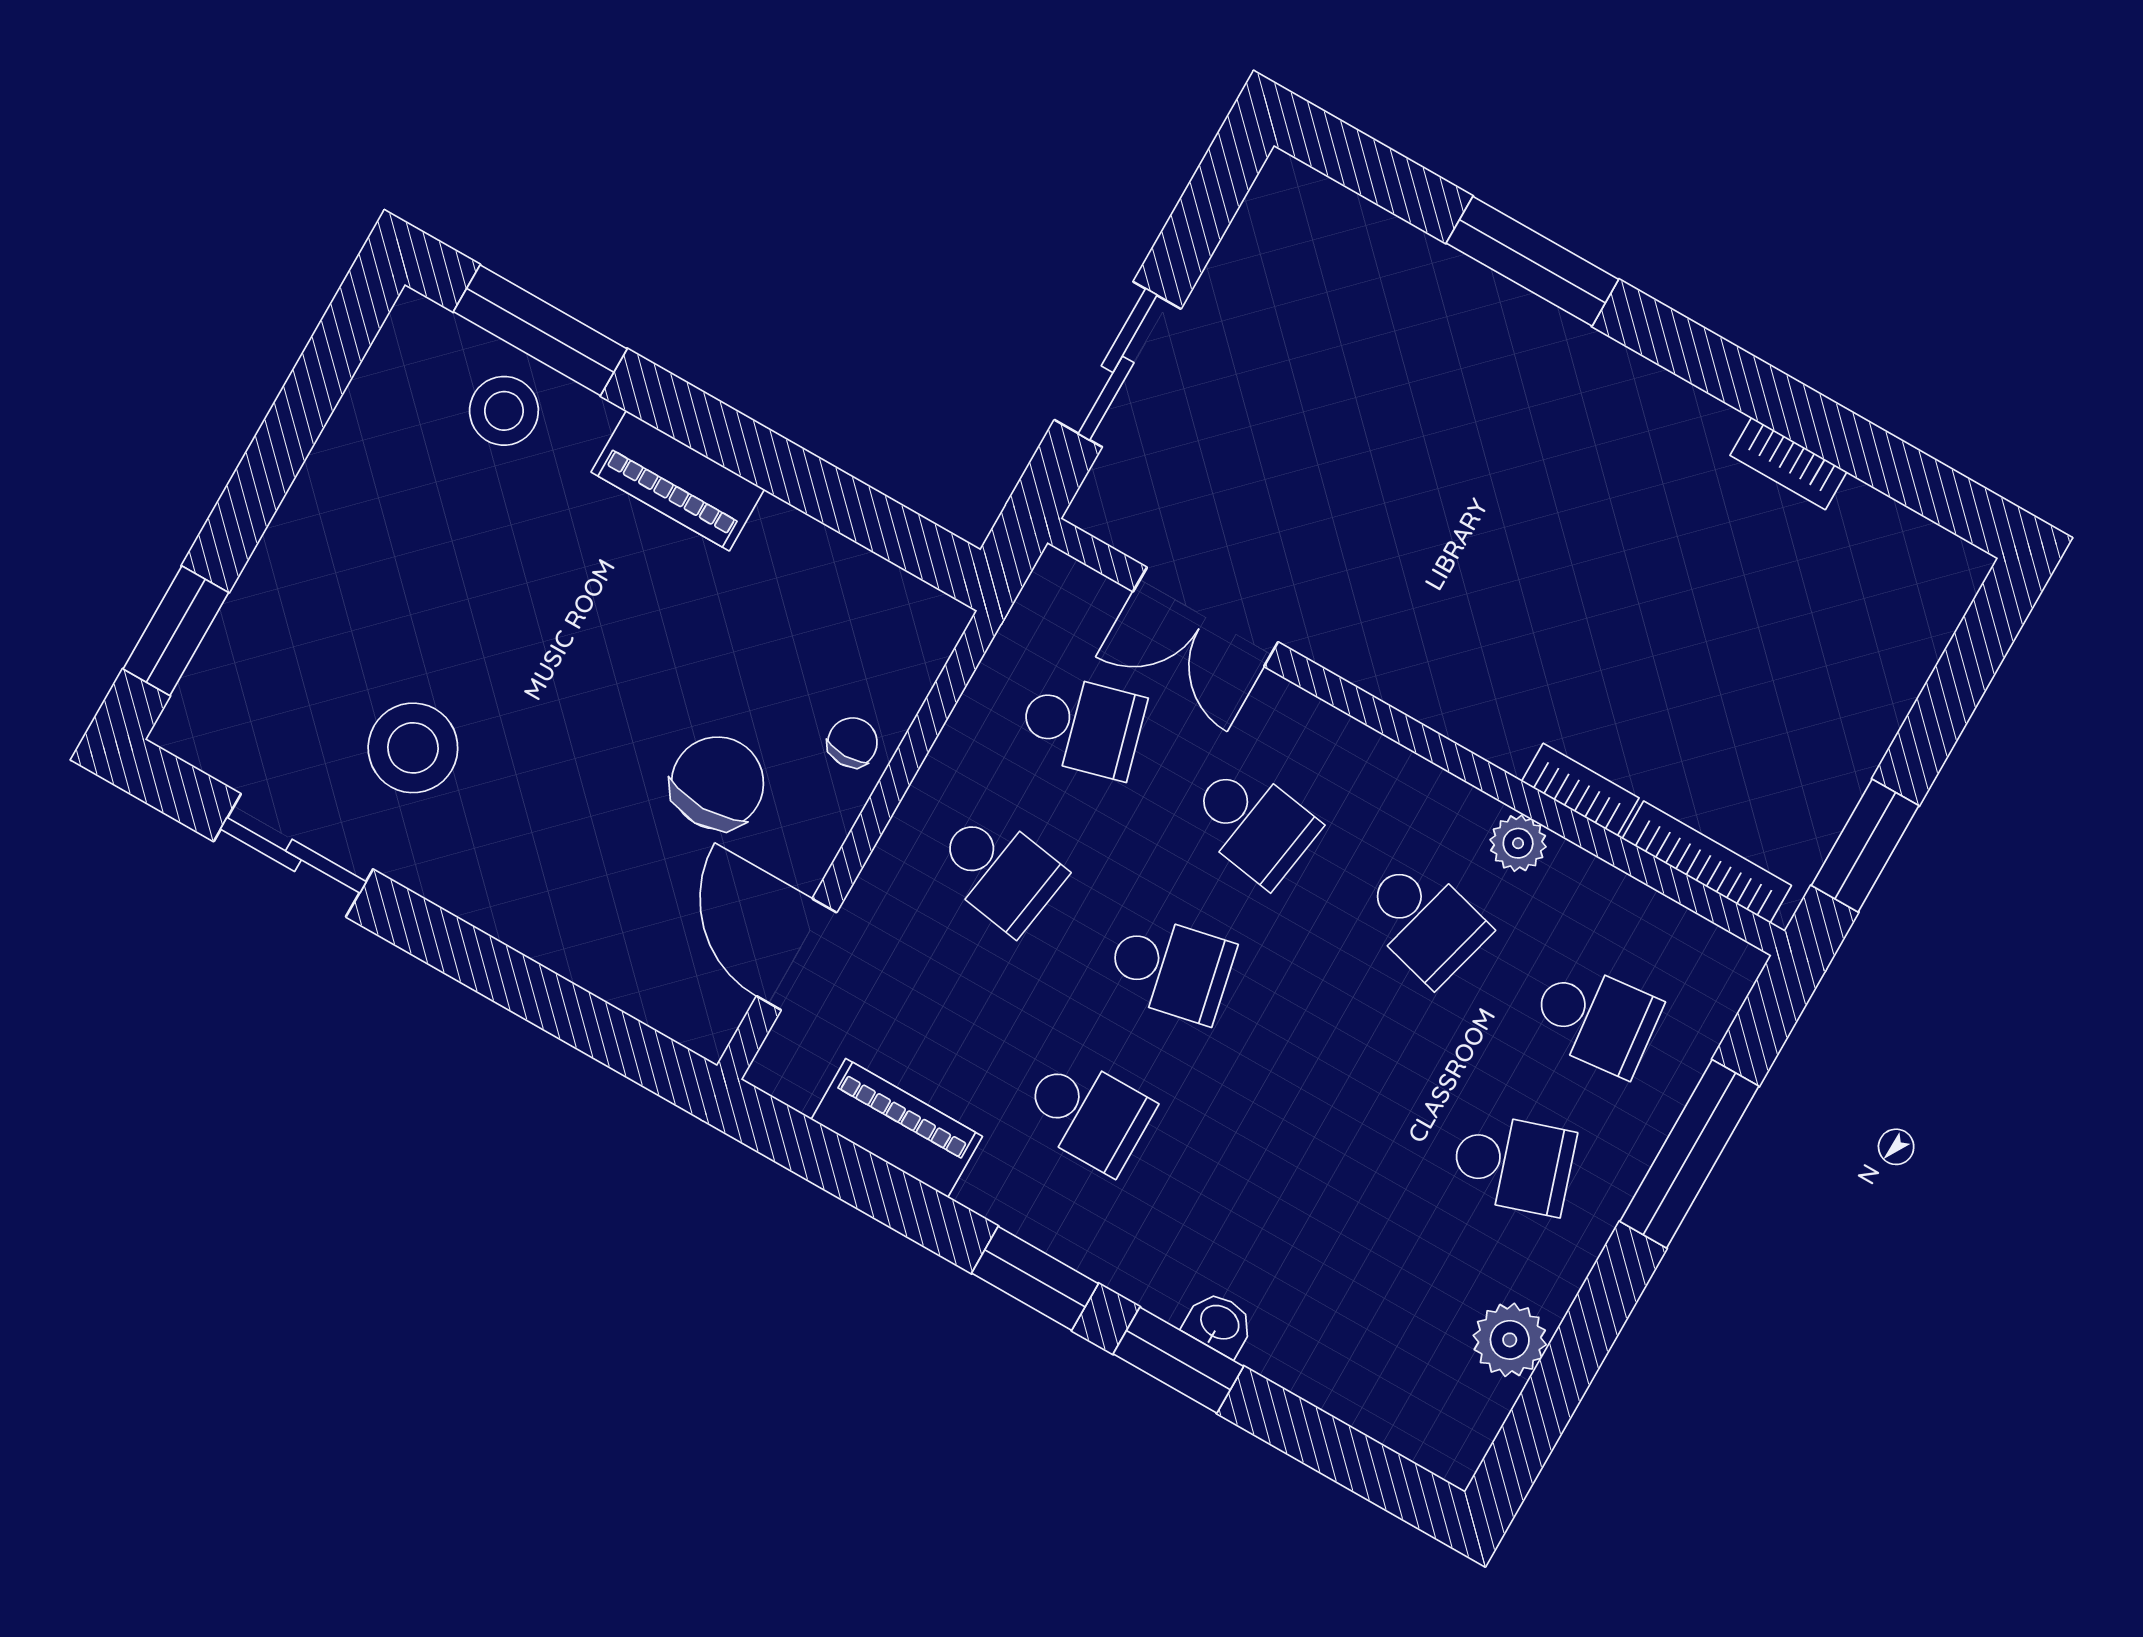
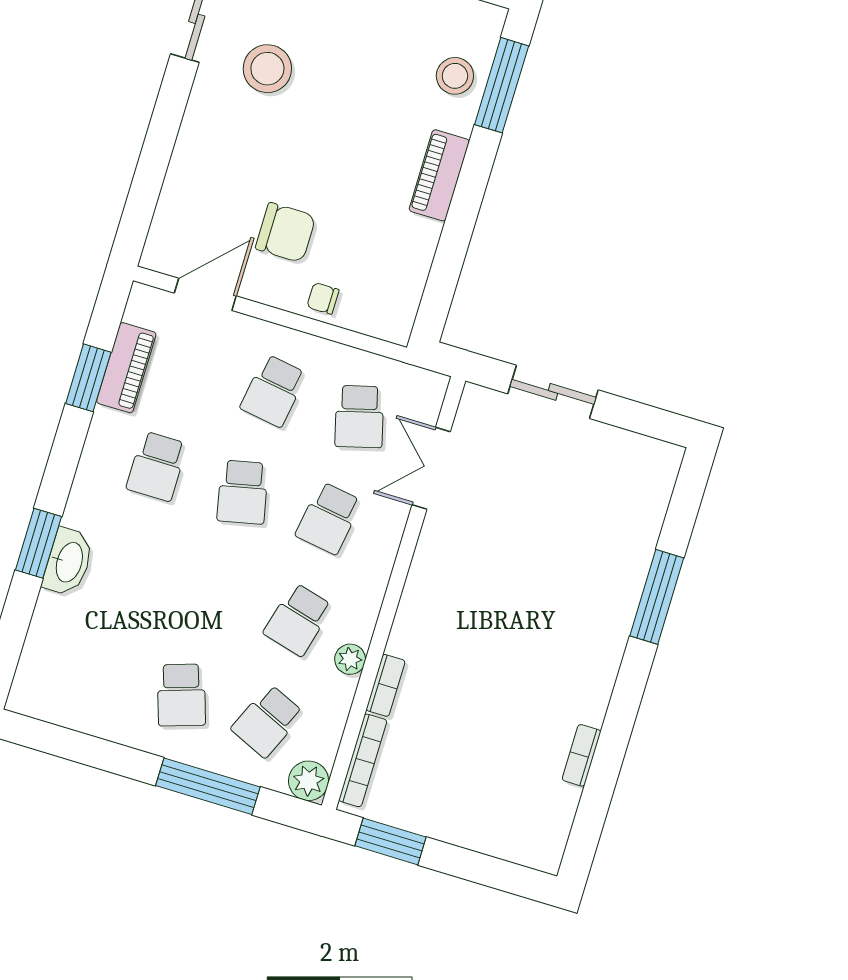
chair: (852, 742) -> (323, 298), turned 180
school desk: (1596, 1019) -> (267, 721), turned 30
window: (1035, 1278) -> (88, 378), moved
washbasin: (1219, 1324) -> (68, 562), width x1.91, depth x1.45
plant: (1510, 1340) -> (309, 781), moved

